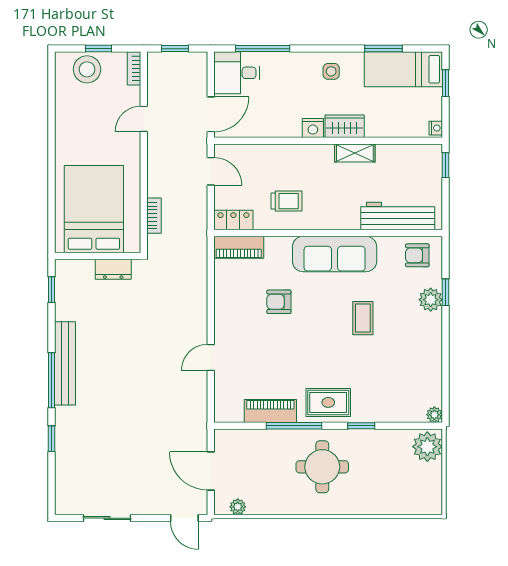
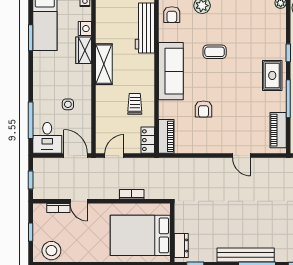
bookcase: (134, 68) -> (58, 208), moved
stool: (87, 69) -> (51, 251), moved
side table: (331, 71) -> (68, 104), moved
wardrobe: (345, 126) -> (84, 50), moved
nightstand: (313, 128) -> (85, 29), moved
shelving: (355, 153) -> (104, 64), width x1.50, depth x1.33
bookcase: (154, 216) -> (132, 194), moved
dresser: (113, 269) -> (181, 246), moved
piano: (270, 411) -> (278, 130), moved

